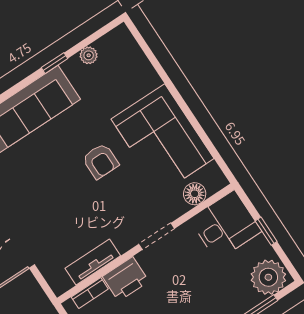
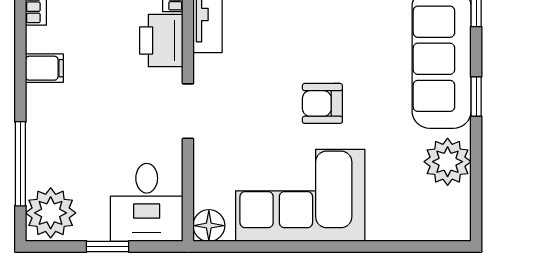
plant: (89, 55) -> (448, 162), width x1.88, depth x1.88
window: (54, 63) -> (476, 97), moved
floor lamp: (195, 194) -> (209, 226), moved

